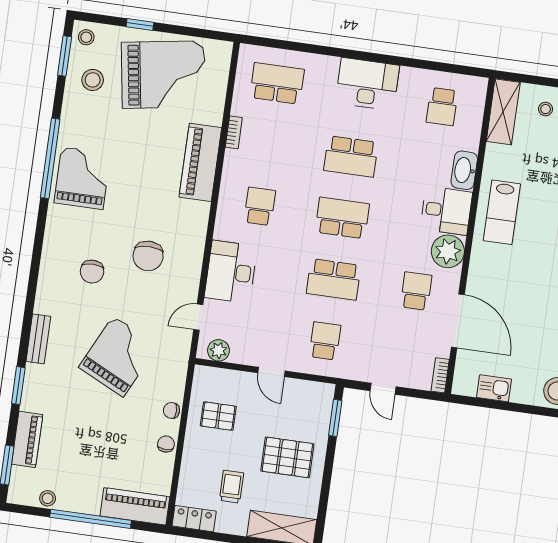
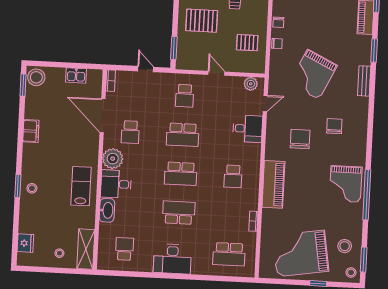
piano: (200, 162) -> (273, 184), moved
desk: (231, 272) -> (248, 129), width x0.73
school desk: (334, 279) -> (183, 135), turned 180

